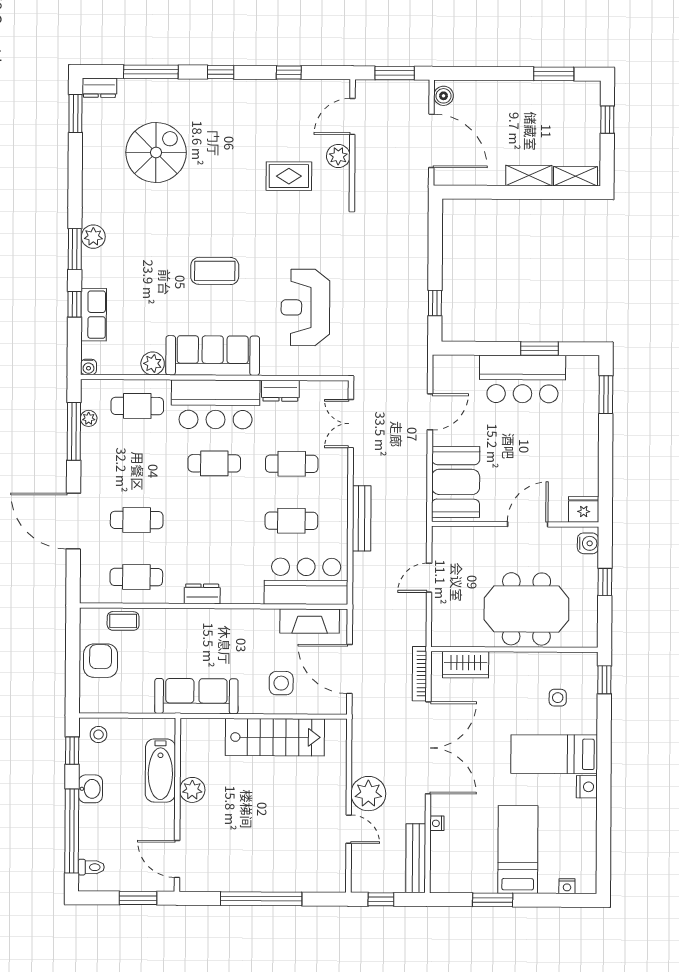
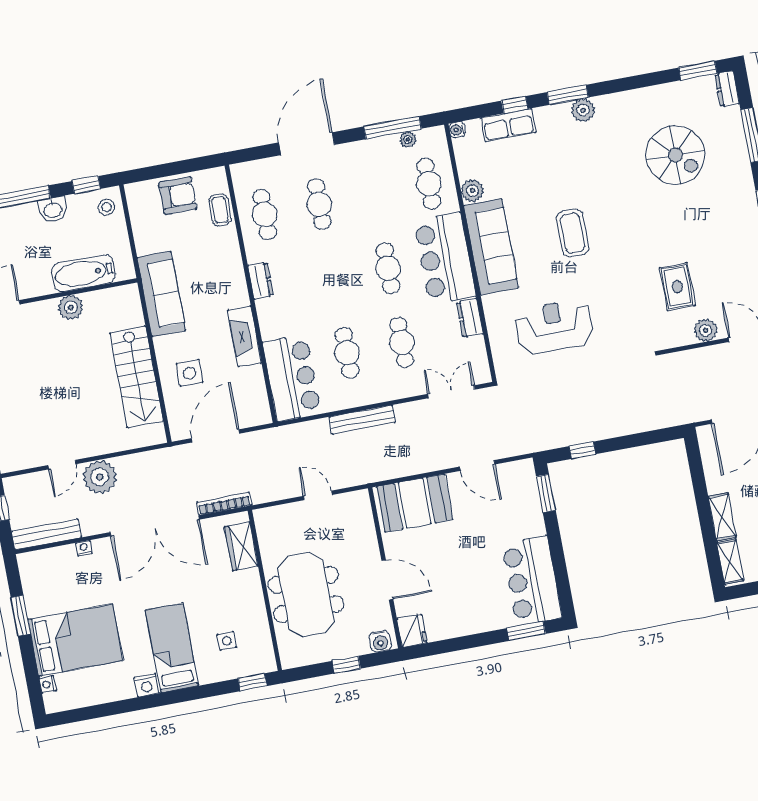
window: (540, 349) -> (546, 493), moved
bar counter: (523, 379) -> (532, 581), moved
fireplace: (310, 621) -> (245, 336), moved
bed: (518, 849) -> (76, 640), width x1.50

